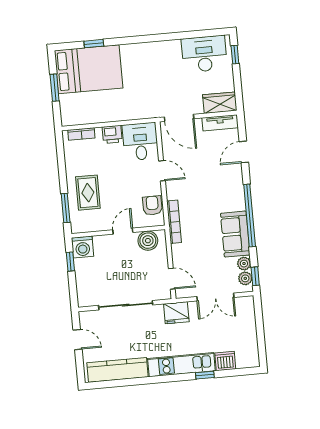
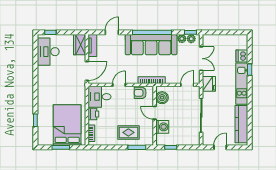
bed: (89, 69) -> (67, 125), moved
door: (244, 152) -> (112, 32), swing flipped
sofa: (235, 234) -> (151, 45), width x1.85, depth x1.27
washing machine: (83, 247) -> (162, 127), moved

